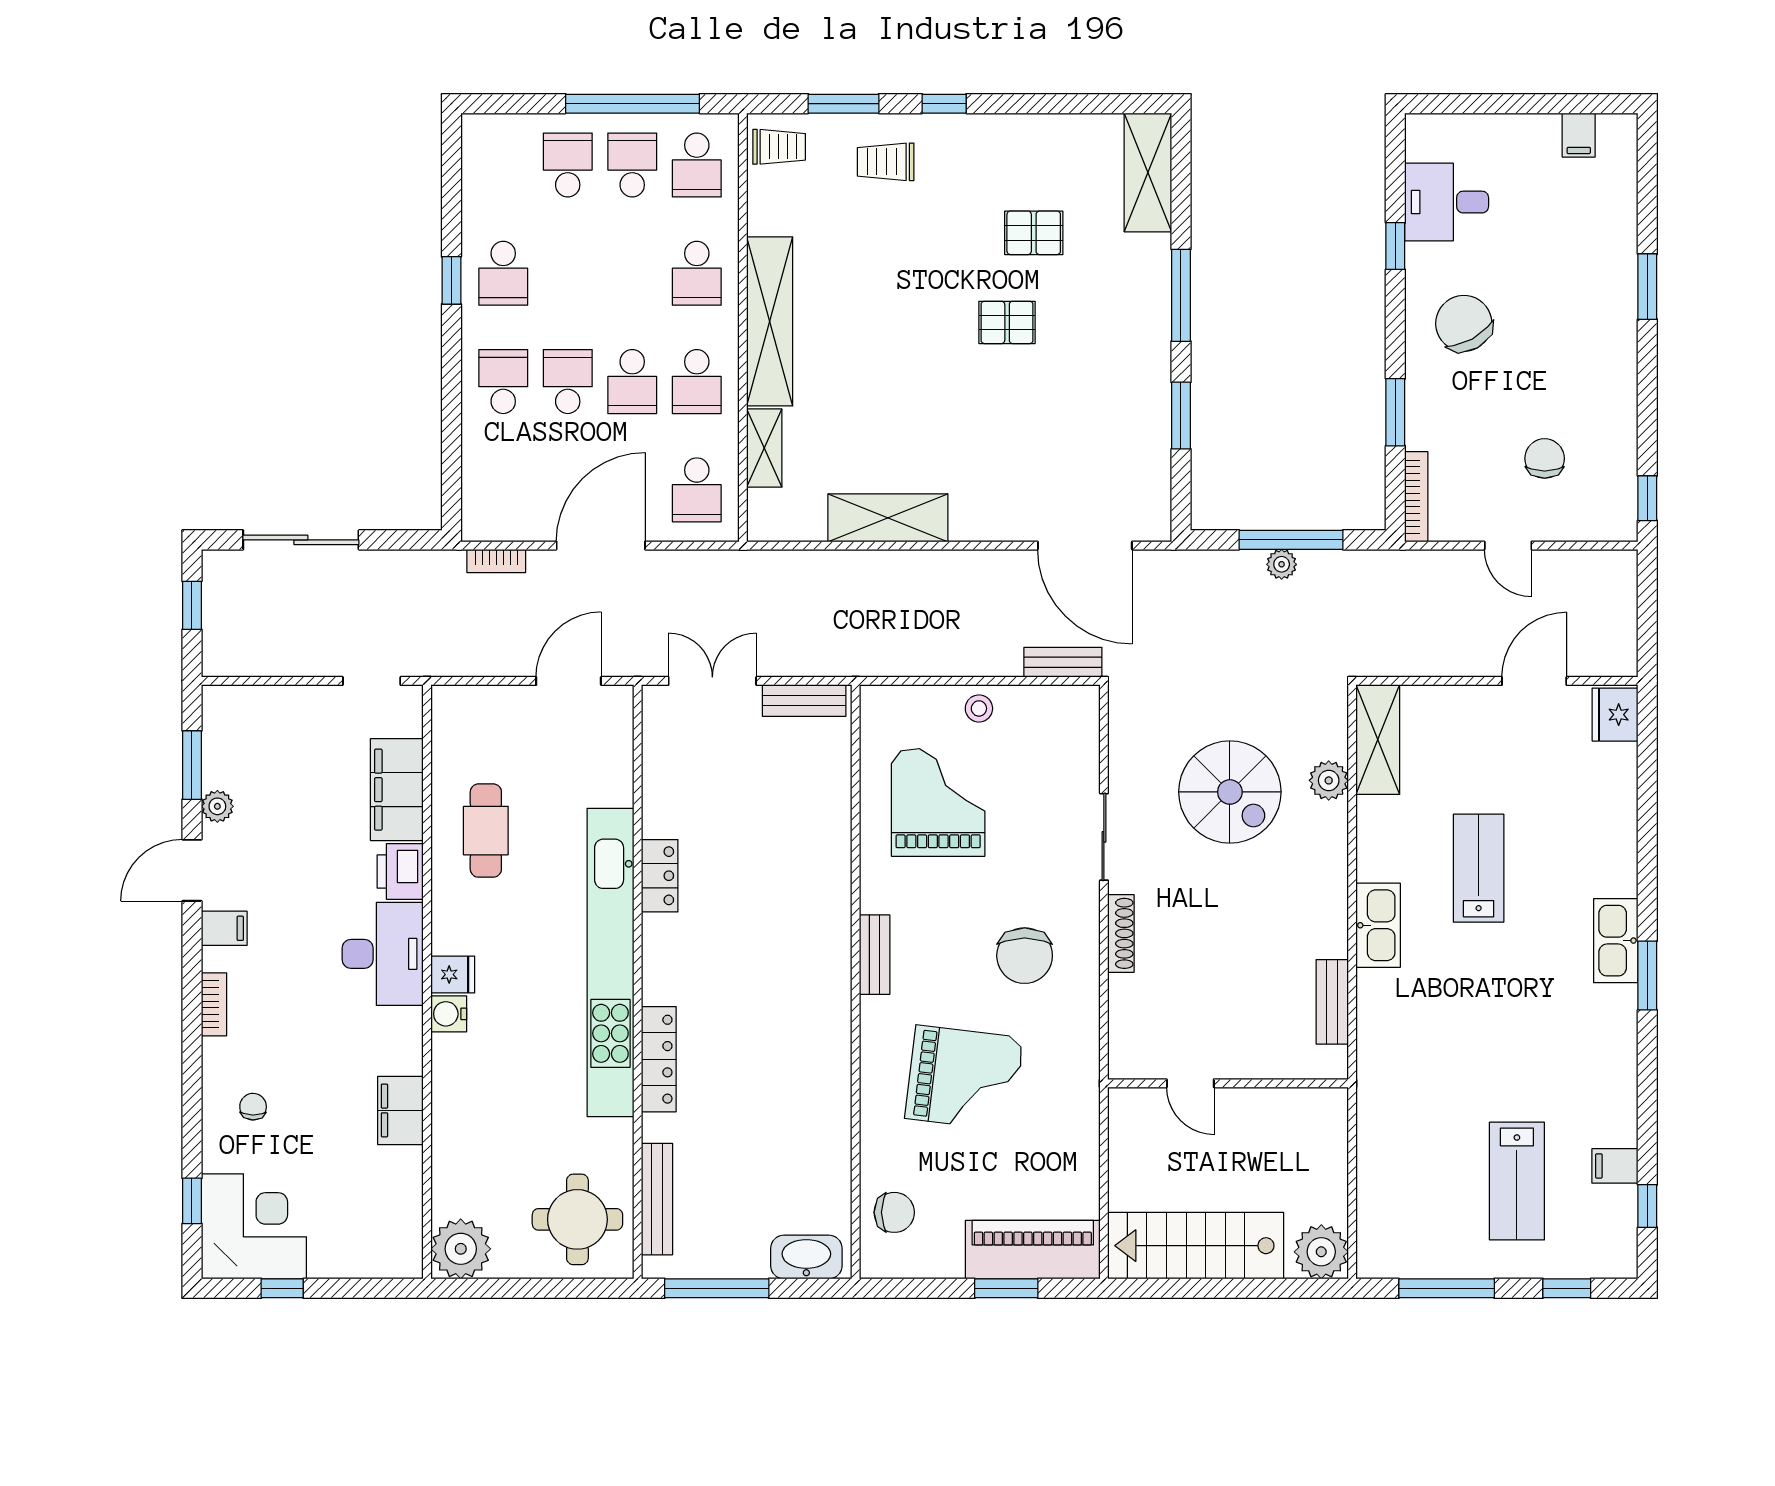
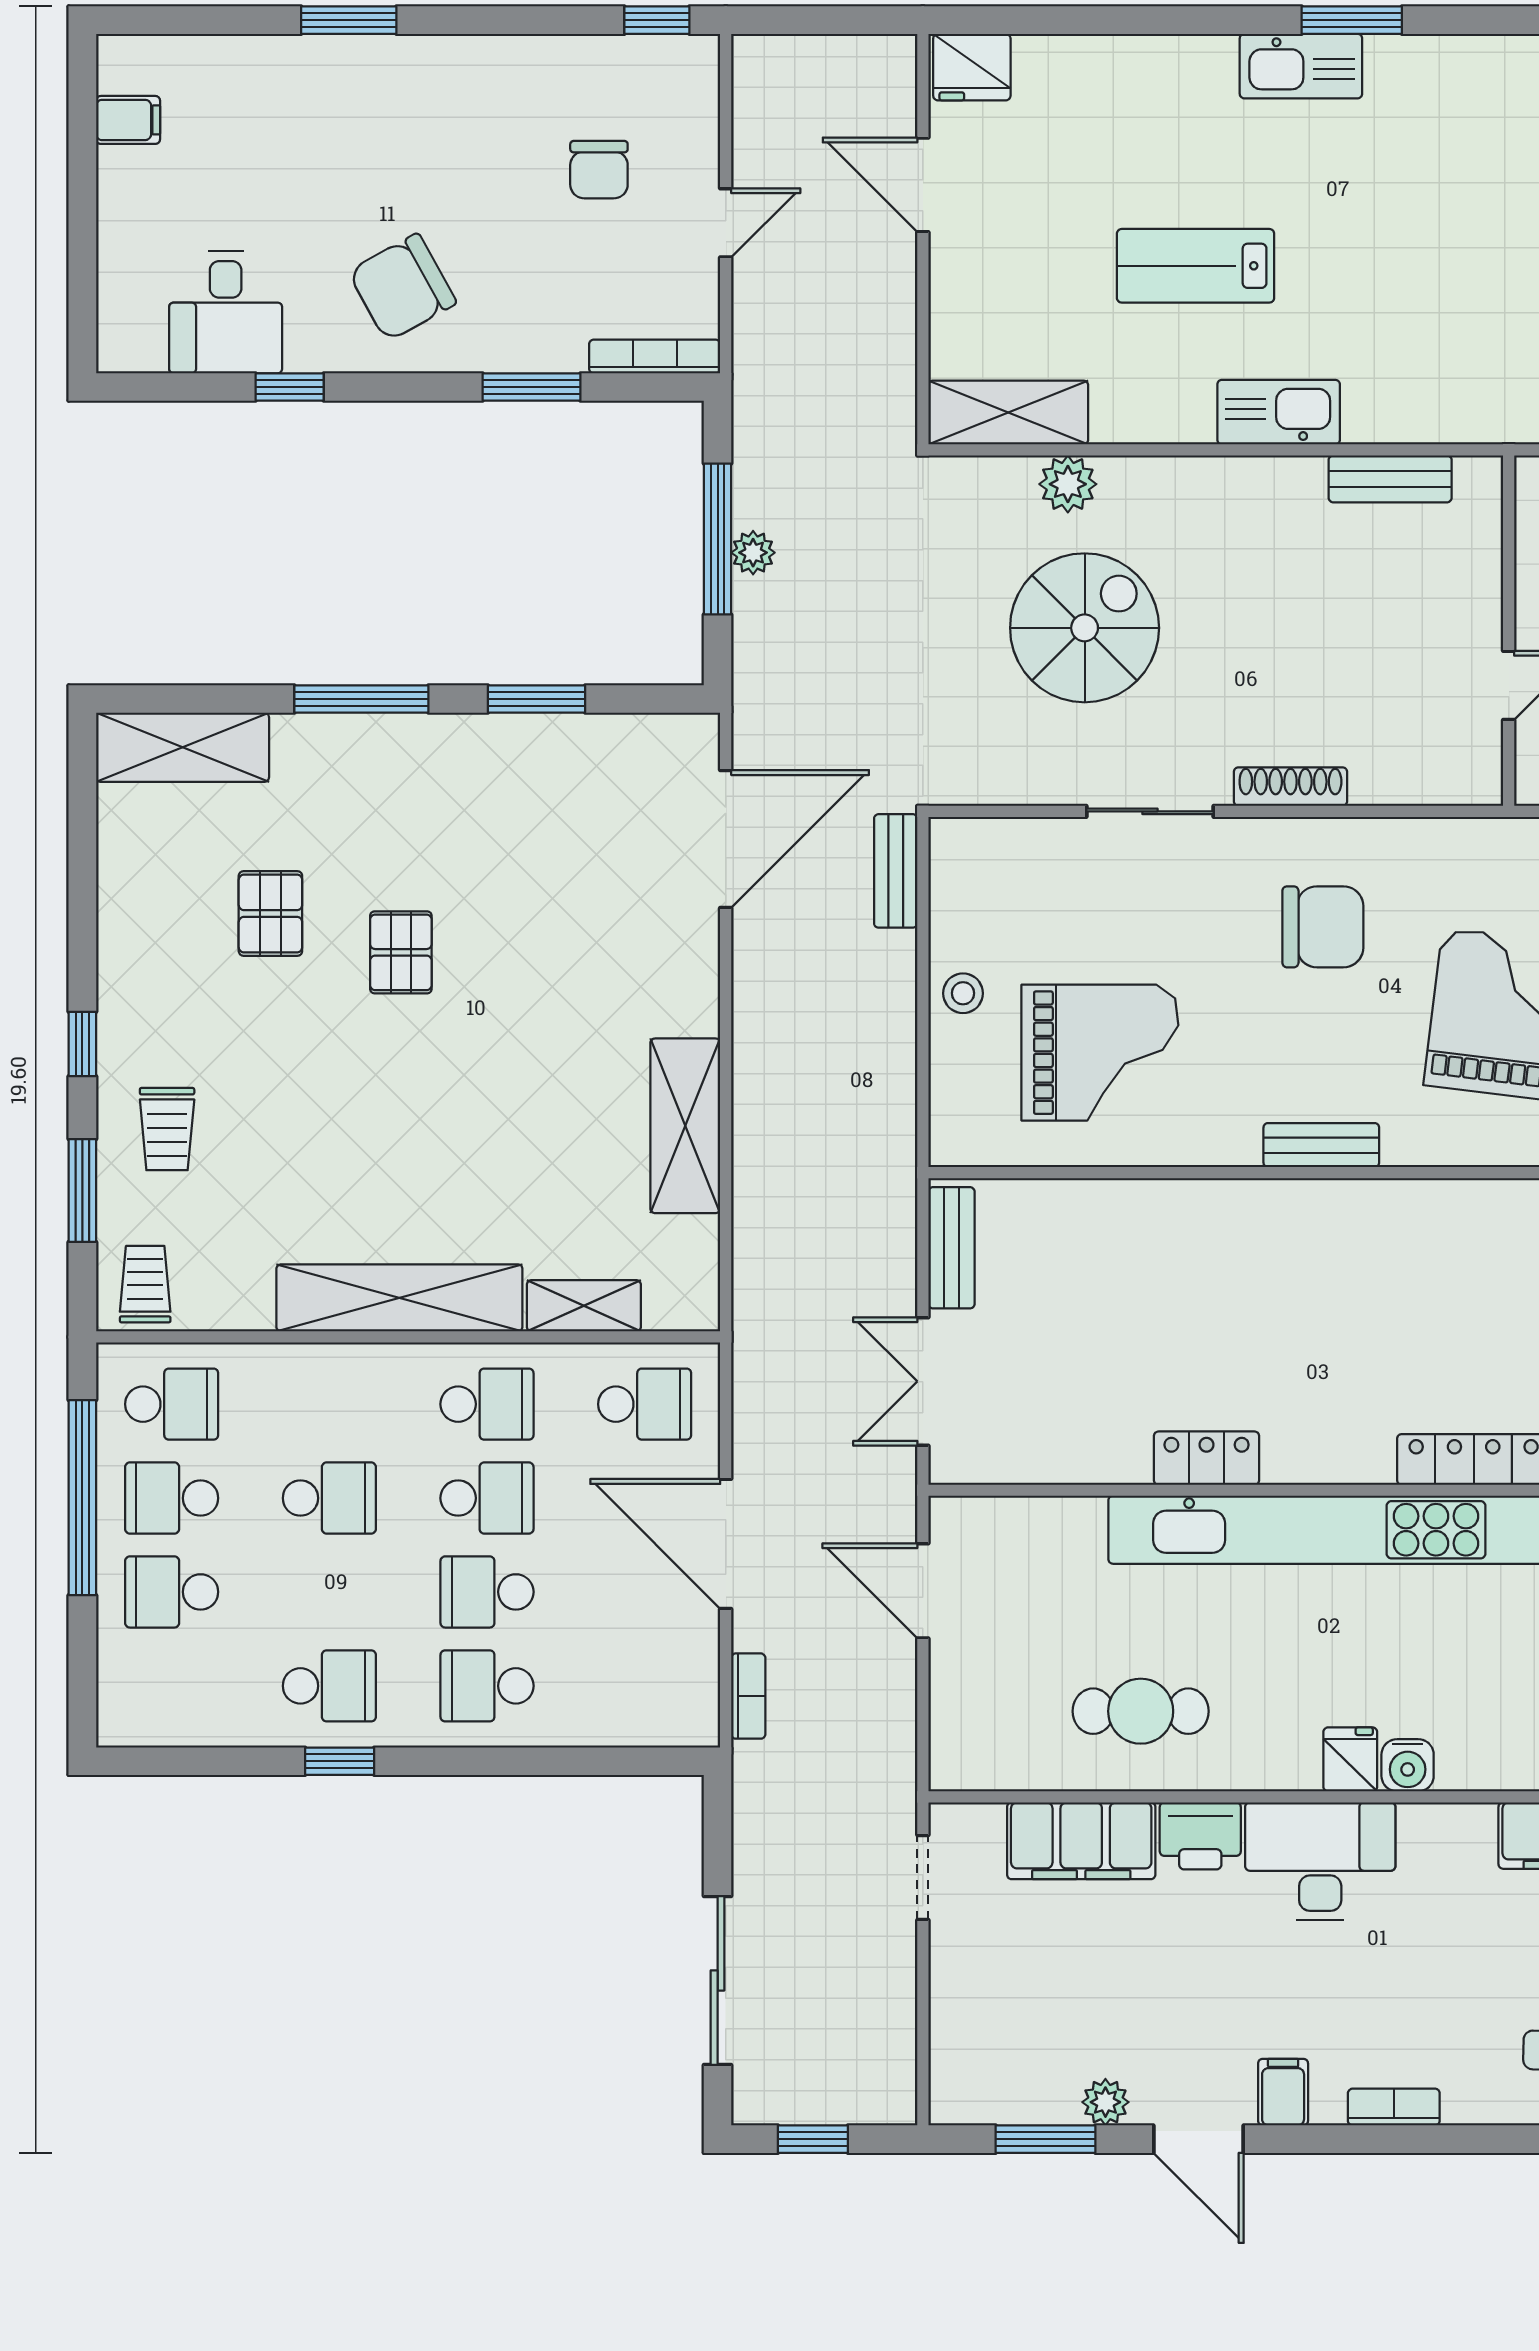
school desk: (697, 273) -> (329, 1498), moved
chair: (1545, 458) -> (599, 170), turned -90
grand piano: (938, 802) -> (1100, 1053), turned 180

